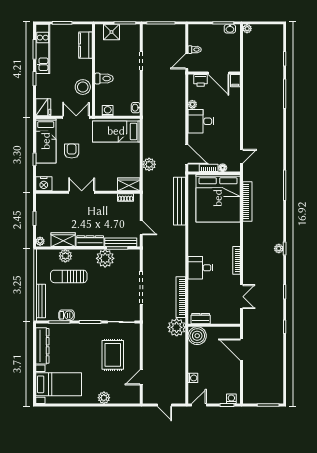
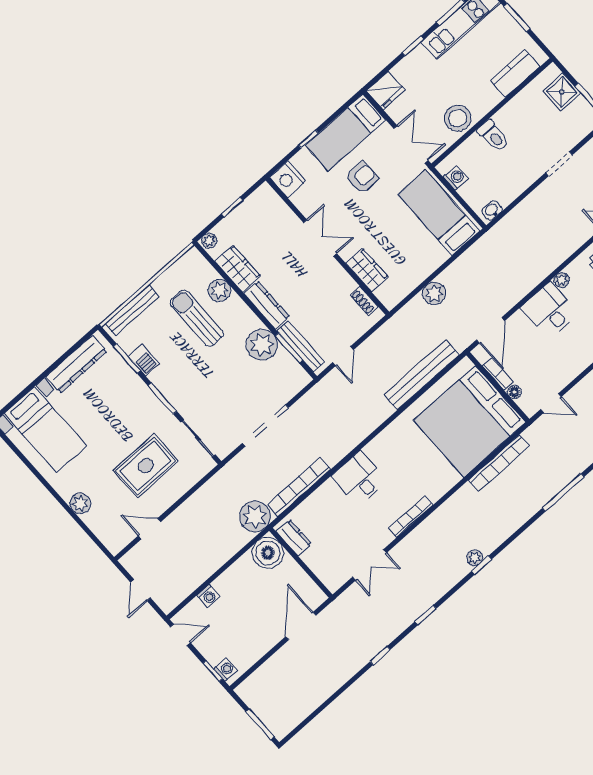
wardrobe: (129, 184) -> (367, 270), moved

